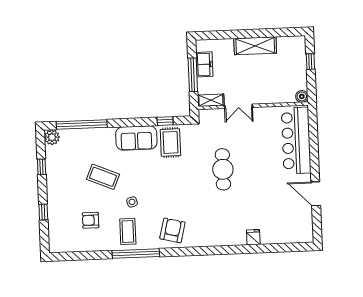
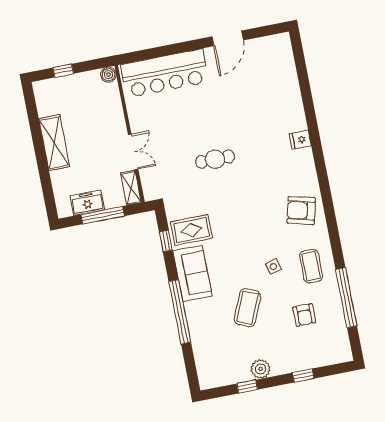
window: (82, 124) -> (180, 312), moved
plant: (52, 137) -> (261, 369), moved
cafe table: (223, 169) -> (215, 159), width x0.73, depth x0.74
coffee table: (128, 231) -> (311, 266), turned 90
fridge: (253, 237) -> (300, 140), moved
window: (136, 254) -> (346, 298), moved

